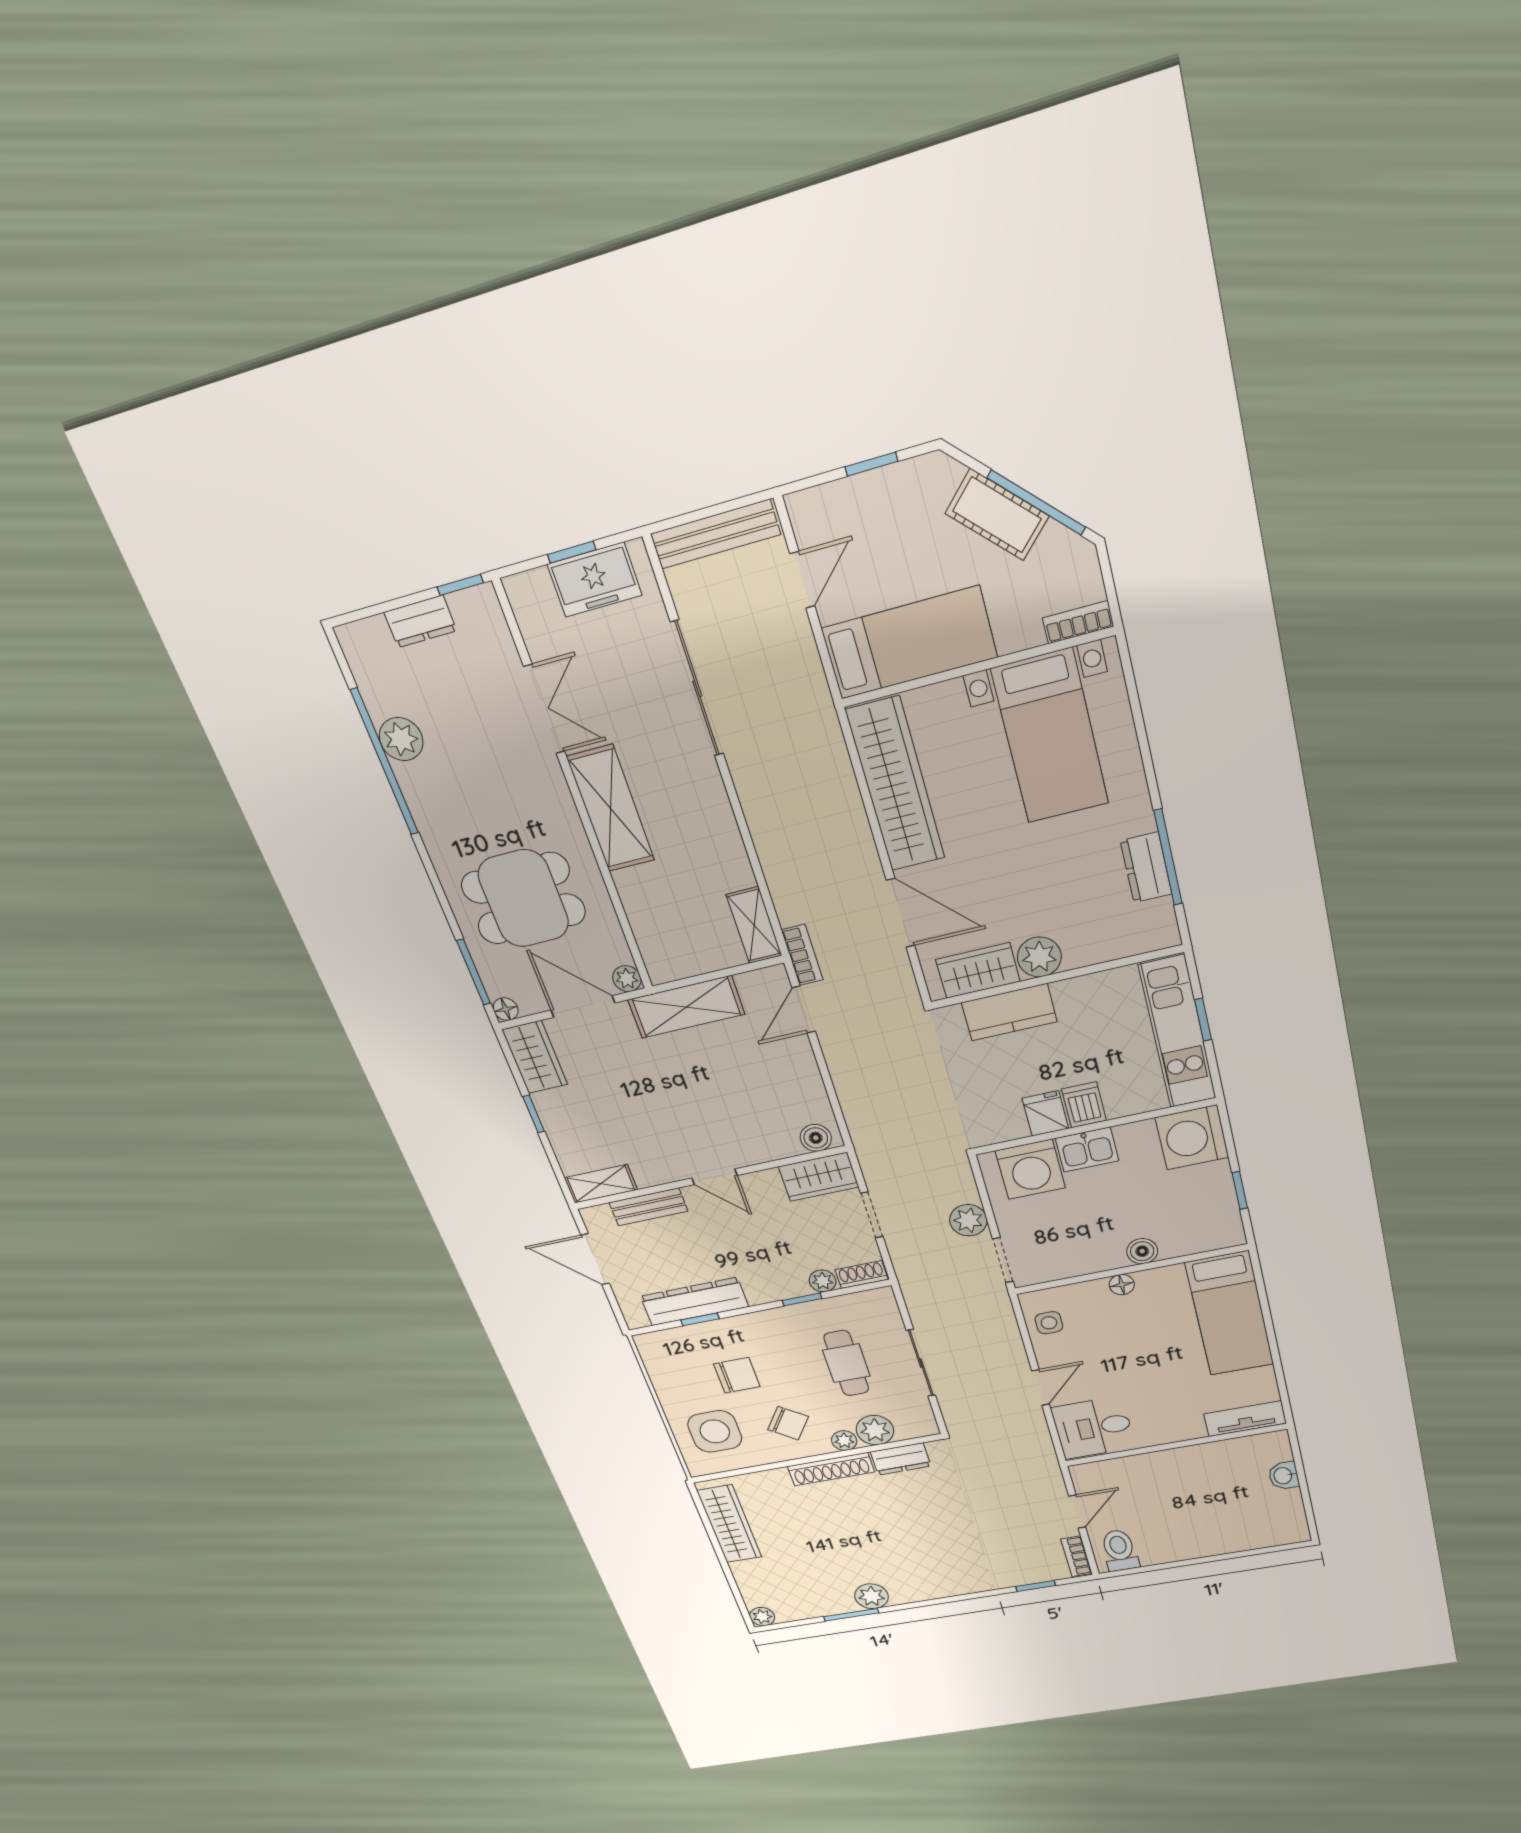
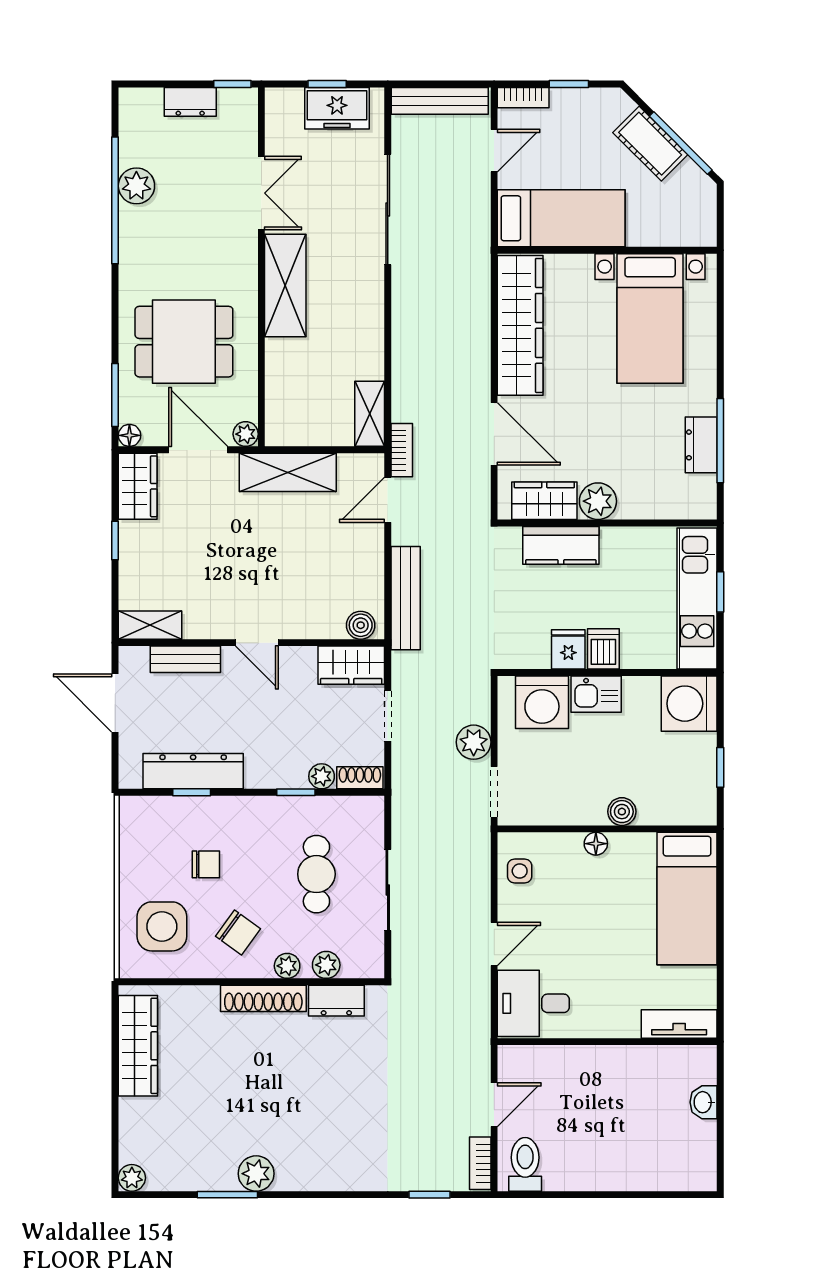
bookcase: (1078, 622) -> (523, 98), moved, turned 180
bench: (855, 1102) -> (406, 598), added
chair: (737, 1375) -> (206, 864), width x0.73, depth x0.73
plant: (875, 1430) -> (326, 965), width x0.73, depth x0.73

